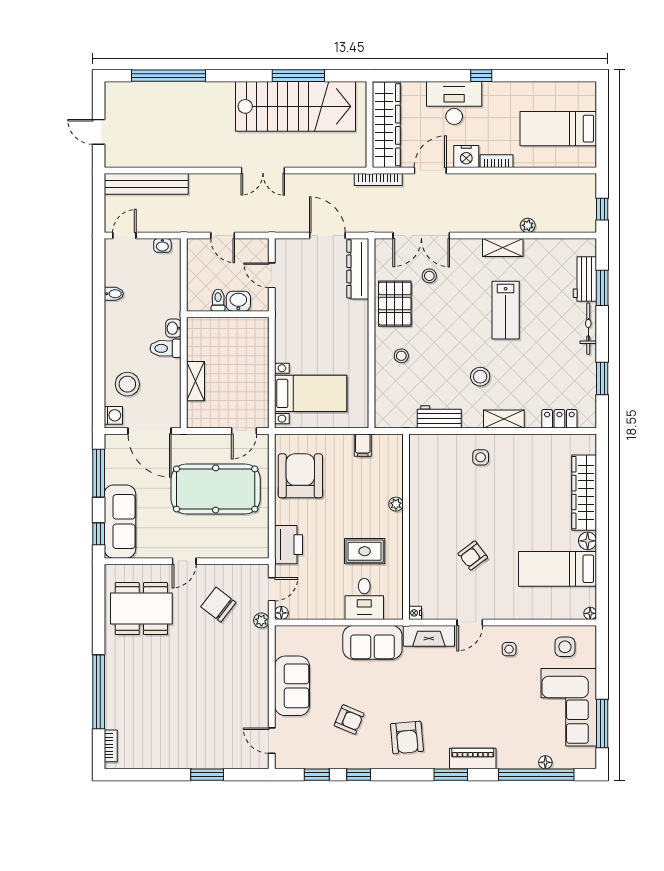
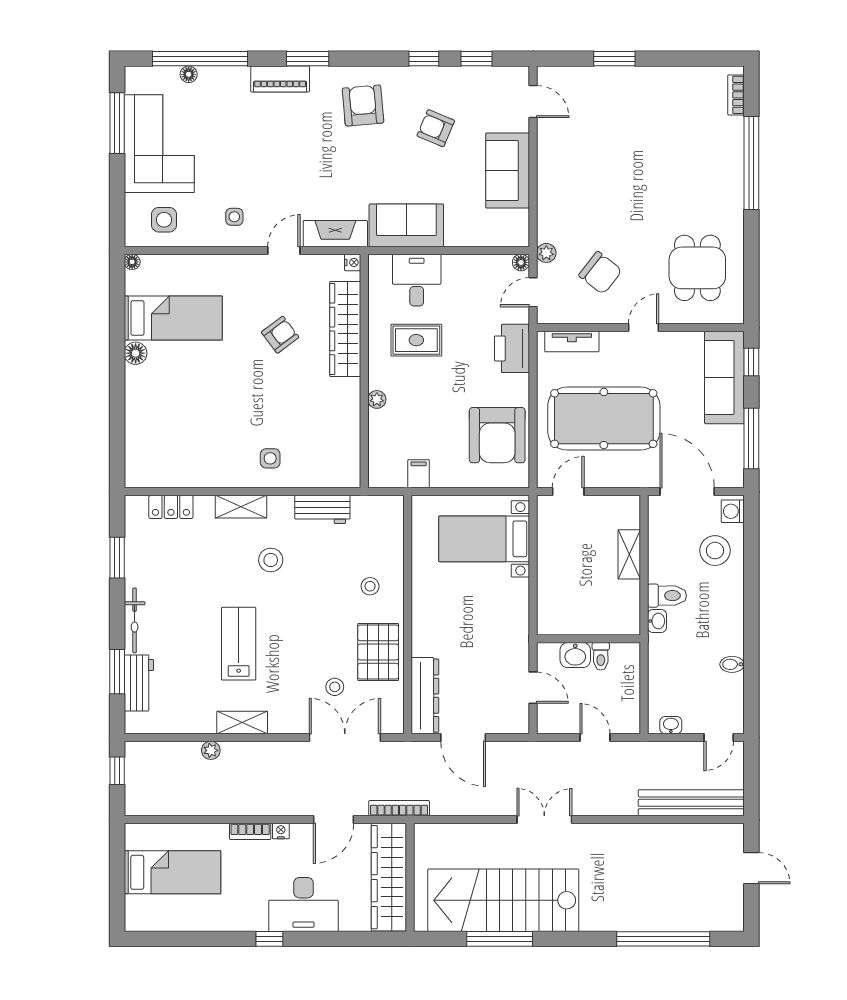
nightstand: (466, 156) -> (281, 831), width x0.53, depth x0.56
wardrobe: (584, 493) -> (345, 329), moved, turned 180
tv unit: (241, 550) -> (572, 342), added
dining table: (141, 609) -> (697, 268), width x0.73

